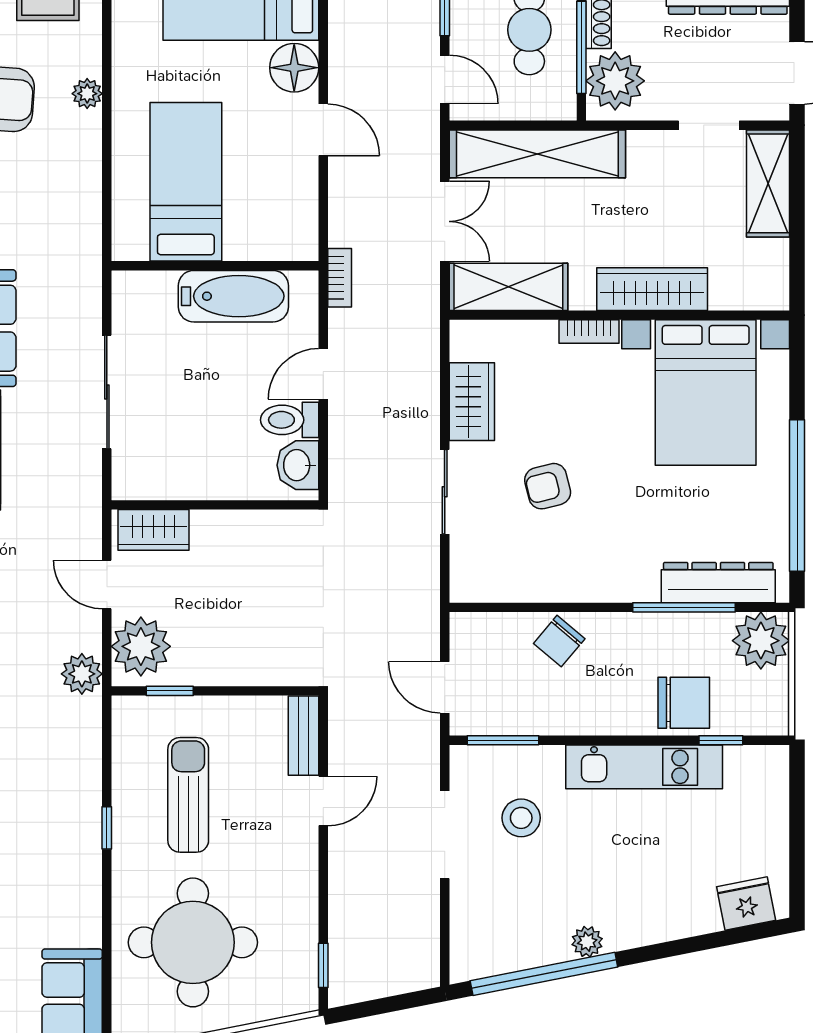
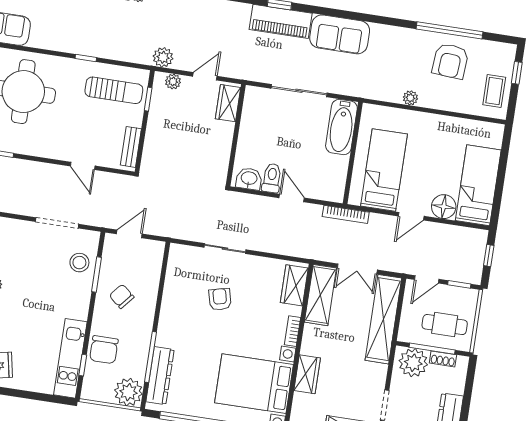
plant: (87, 94) -> (410, 98), moved
bed: (186, 182) -> (384, 170), moved, turned -90
bookcase: (340, 278) -> (346, 214), width x1.56
wardrobe: (652, 289) -> (307, 374), width x0.67
bathtub: (233, 296) -> (341, 127), moved
wardrobe: (472, 402) -> (294, 285), moved, turned 90
chair: (559, 641) -> (122, 296), moved
plant: (141, 646) -> (173, 82), width x0.53, depth x0.53
bench: (303, 736) -> (131, 147), moved, turned 90
window: (503, 740) -> (97, 274), moved
kitchen unit: (644, 767) -> (70, 358), moved
sun lounger: (188, 795) -> (114, 90), moved
stool: (521, 818) -> (79, 263), moved

